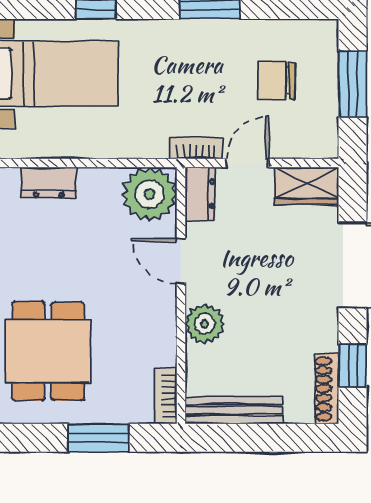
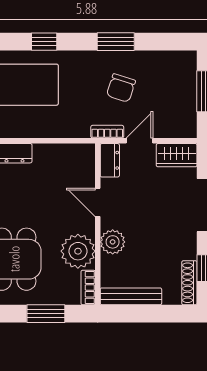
chair: (276, 81) -> (121, 88), moved, turned -72
plant: (150, 194) -> (78, 251), moved

